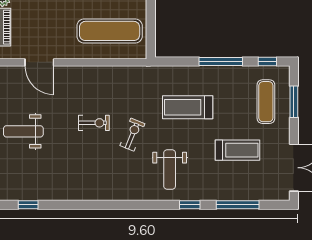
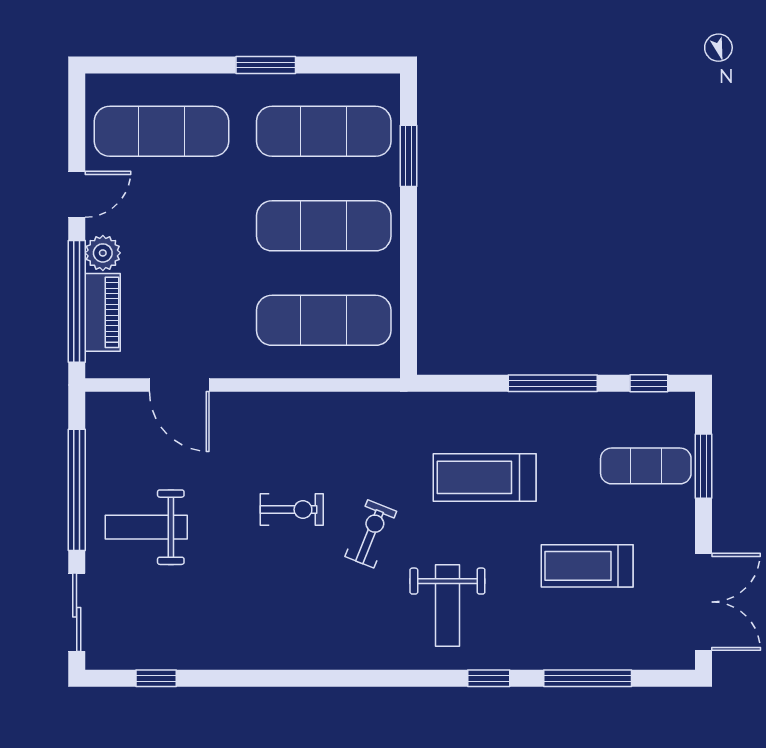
exercise mat: (266, 102) -> (646, 466), turned 90
treadmill: (237, 150) -> (587, 566), turned 180

